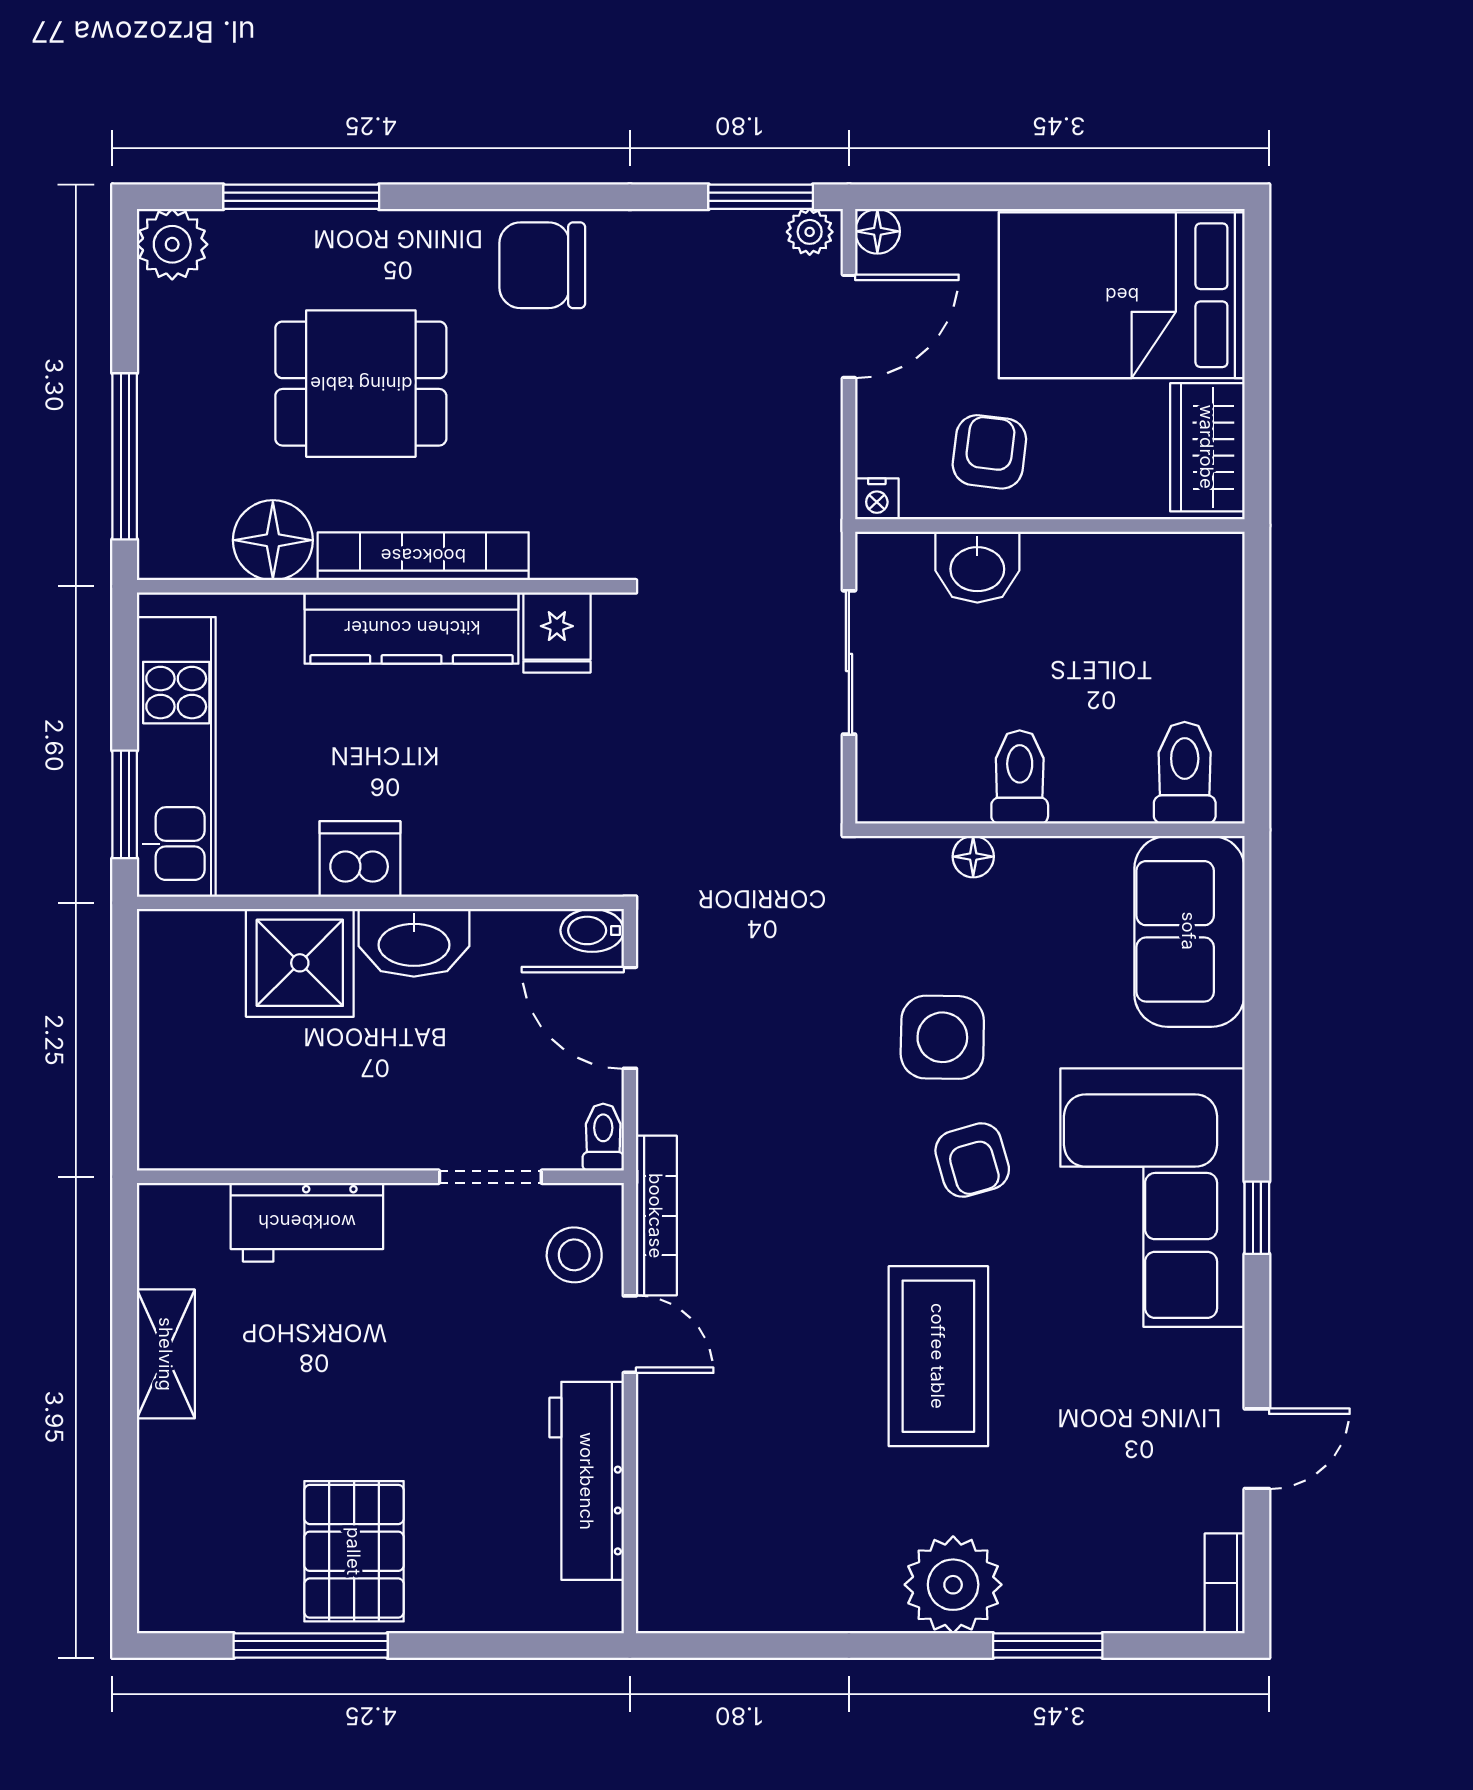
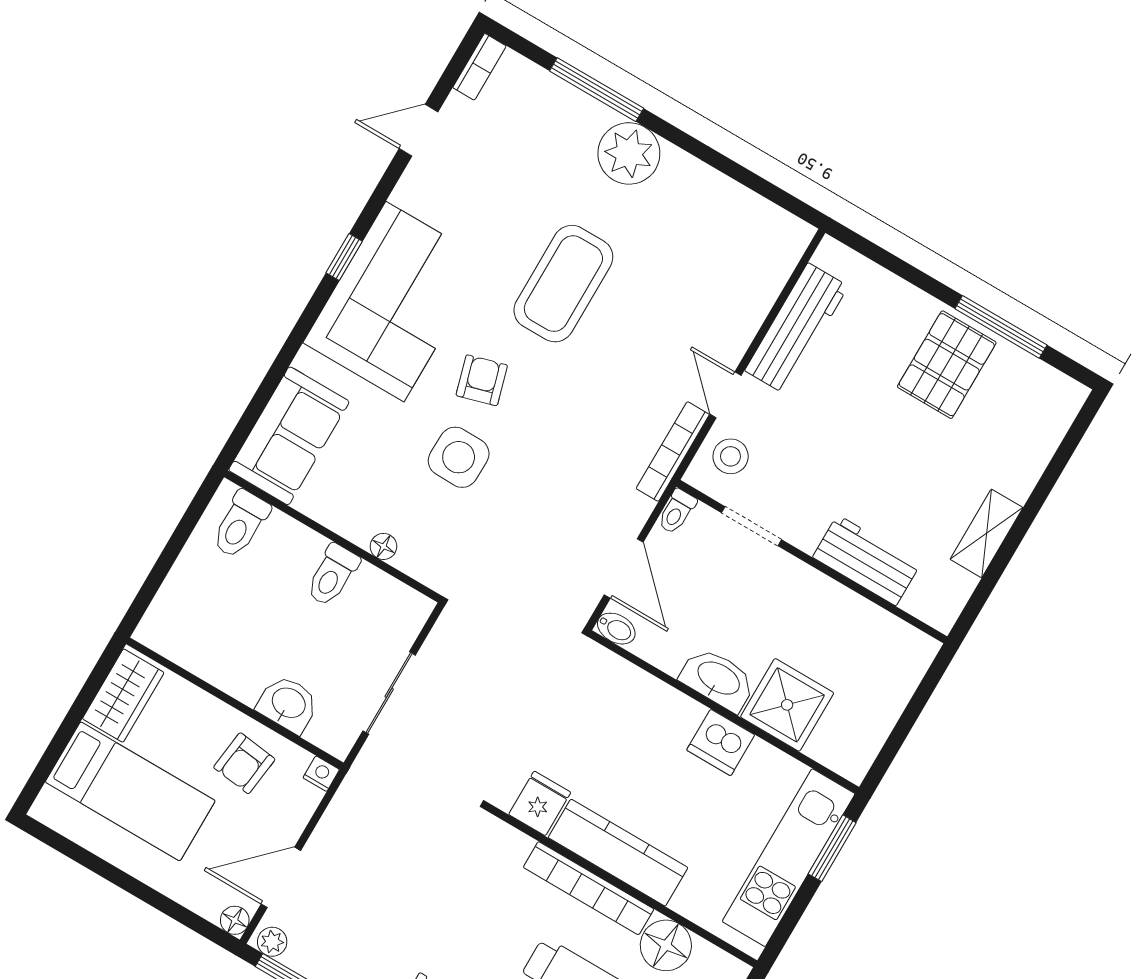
bed: (1122, 295) -> (130, 791), width x0.67
window: (1048, 1645) -> (597, 90), width x1.44

